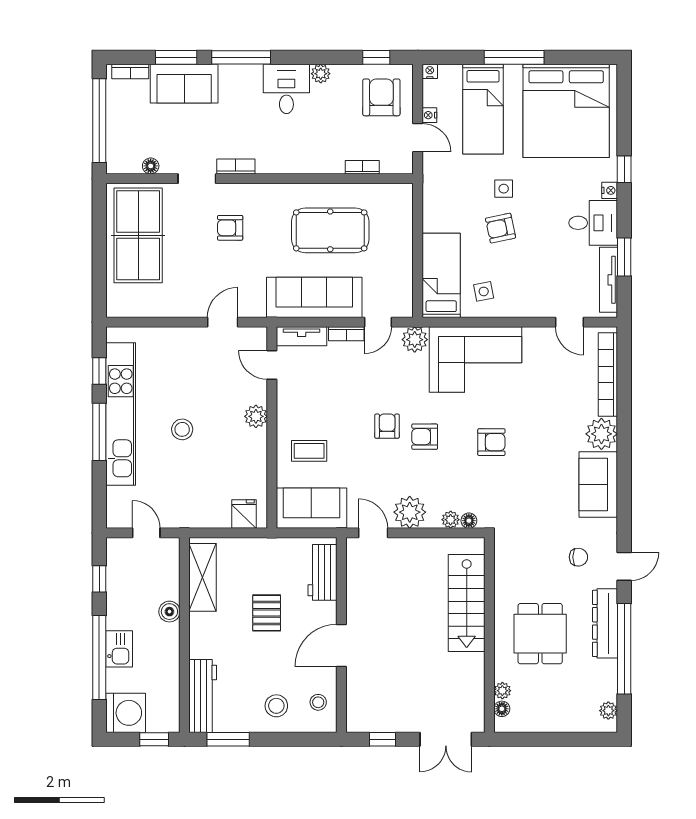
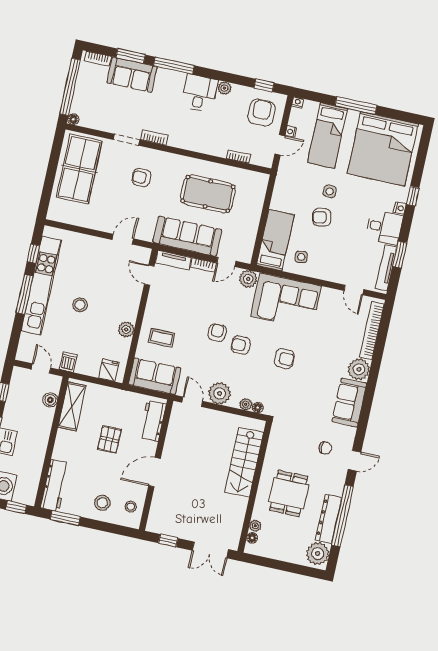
door: (418, 138) -> (280, 145), hinge flipped
floor lamp: (151, 166) -> (73, 119), moved
plant: (256, 416) -> (126, 329), moved
dishwasher: (183, 515) -> (68, 362), added
boiler: (169, 612) -> (50, 400), moved
dresser: (605, 623) -> (328, 519), moved
plant: (608, 711) -> (318, 553), width x1.88, depth x1.88

